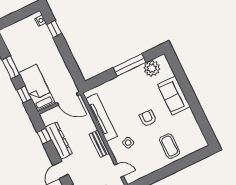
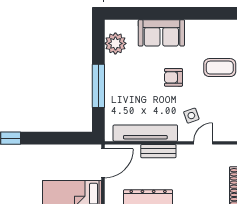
window: (130, 65) -> (98, 86), moved
bench: (99, 144) -> (158, 151), moved
door: (119, 171) -> (203, 143), moved

